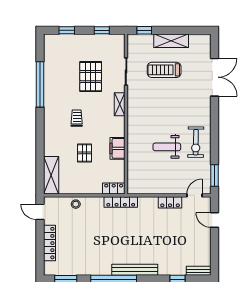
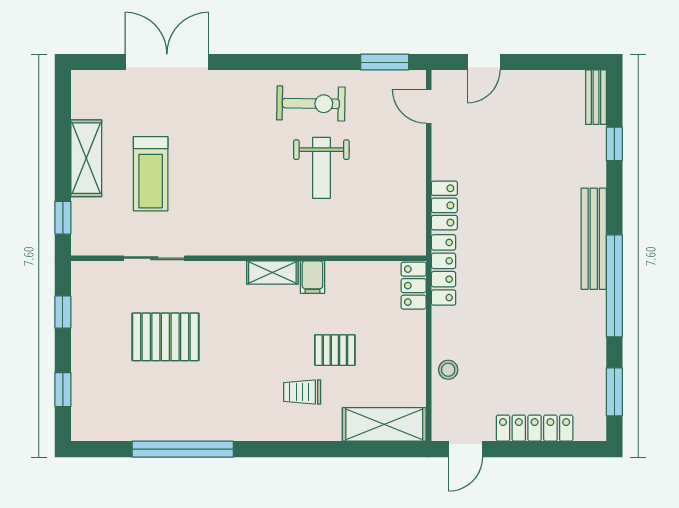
shelving: (120, 104) -> (272, 272), moved
trolley: (77, 118) -> (302, 392), moved
filing cabinet: (118, 148) -> (312, 277), width x0.50
locker: (170, 202) -> (444, 205), moved

